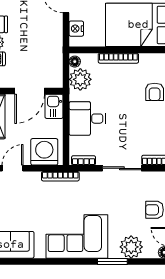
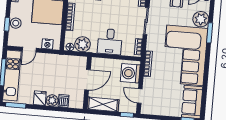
door: (30, 91) -> (88, 80), hinge flipped
kitchen sink: (54, 106) -> (100, 64), removed
corner sofa: (77, 236) -> (185, 55), width x1.36, depth x1.36

